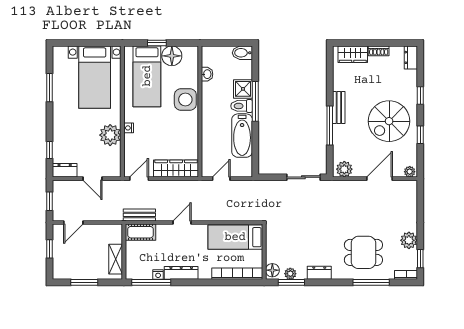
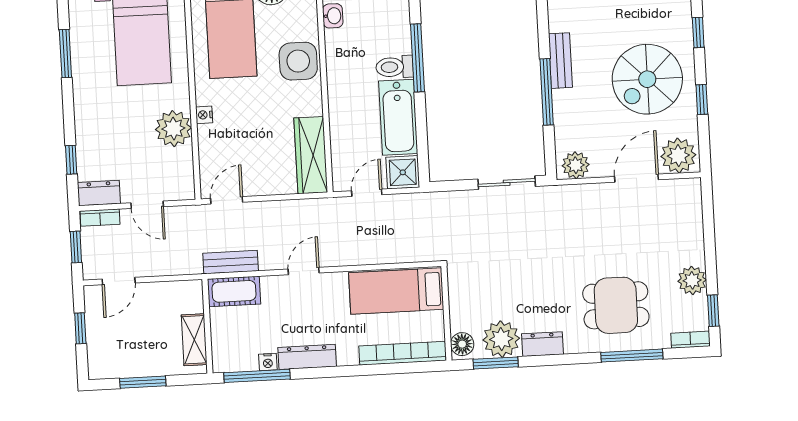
shower: (243, 89) -> (403, 172), moved
wardrobe: (176, 169) -> (311, 155), moved, turned -90
plant: (410, 172) -> (678, 156), width x1.87, depth x1.87
bookcase: (64, 185) -> (100, 218), added
plant: (290, 274) -> (501, 339), width x1.88, depth x1.88

